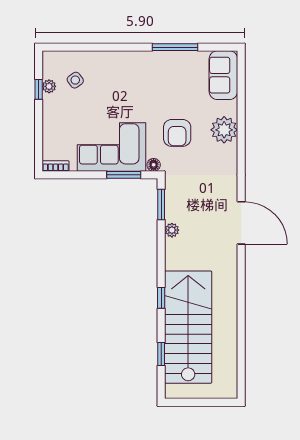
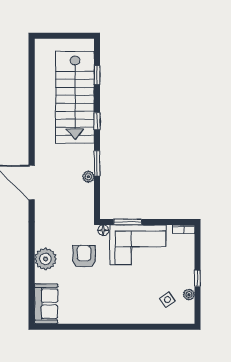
window: (175, 47) -> (86, 327), removed
window: (39, 89) -> (197, 278), moved
window: (161, 204) -> (97, 163), moved

